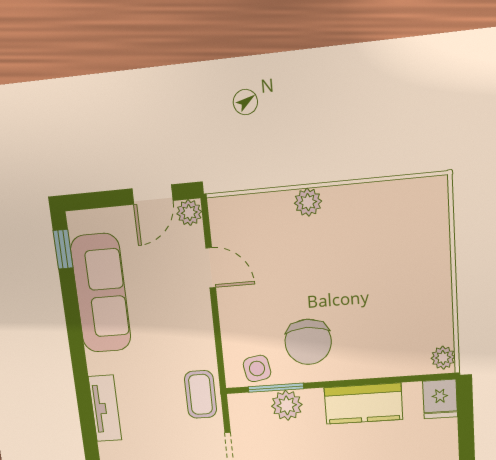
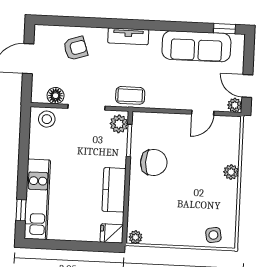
chair: (308, 342) -> (154, 162), turned 180
side table: (257, 368) -> (213, 235), moved
plant: (287, 405) -> (119, 124), moved

